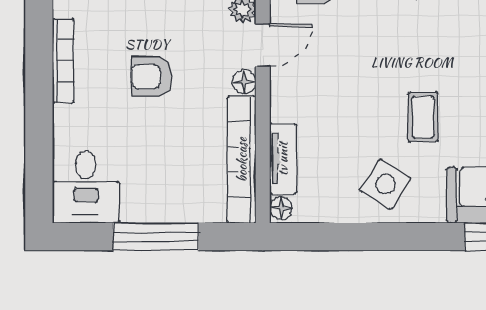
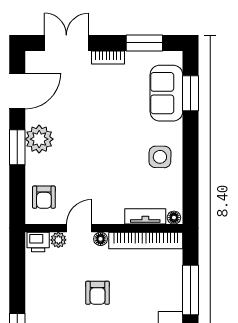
door: (263, 45) -> (79, 228), hinge flipped
coffee table: (423, 117) -> (121, 135), removed
side table: (385, 184) -> (160, 157), turned -31

